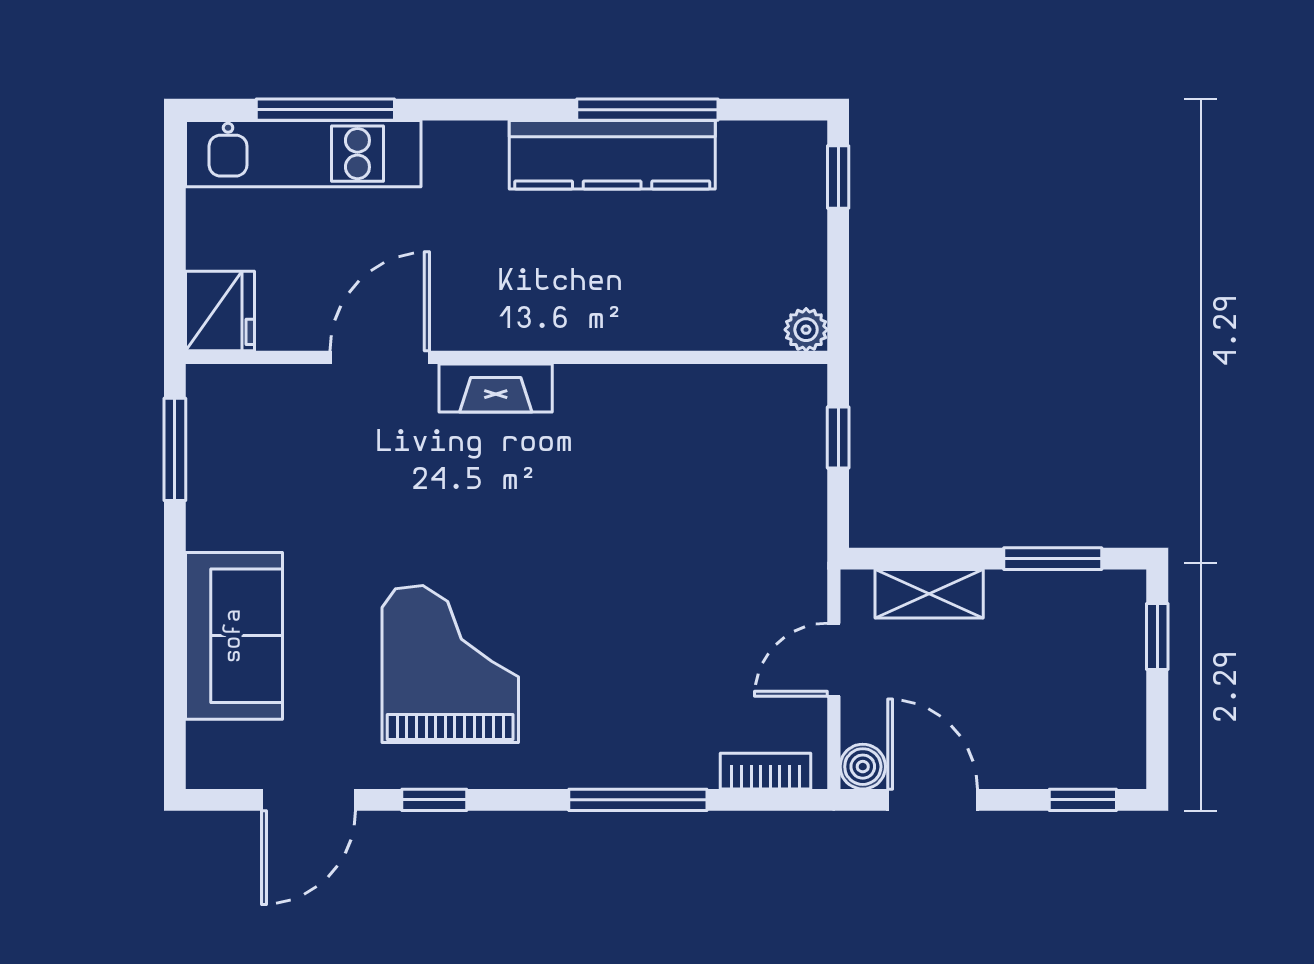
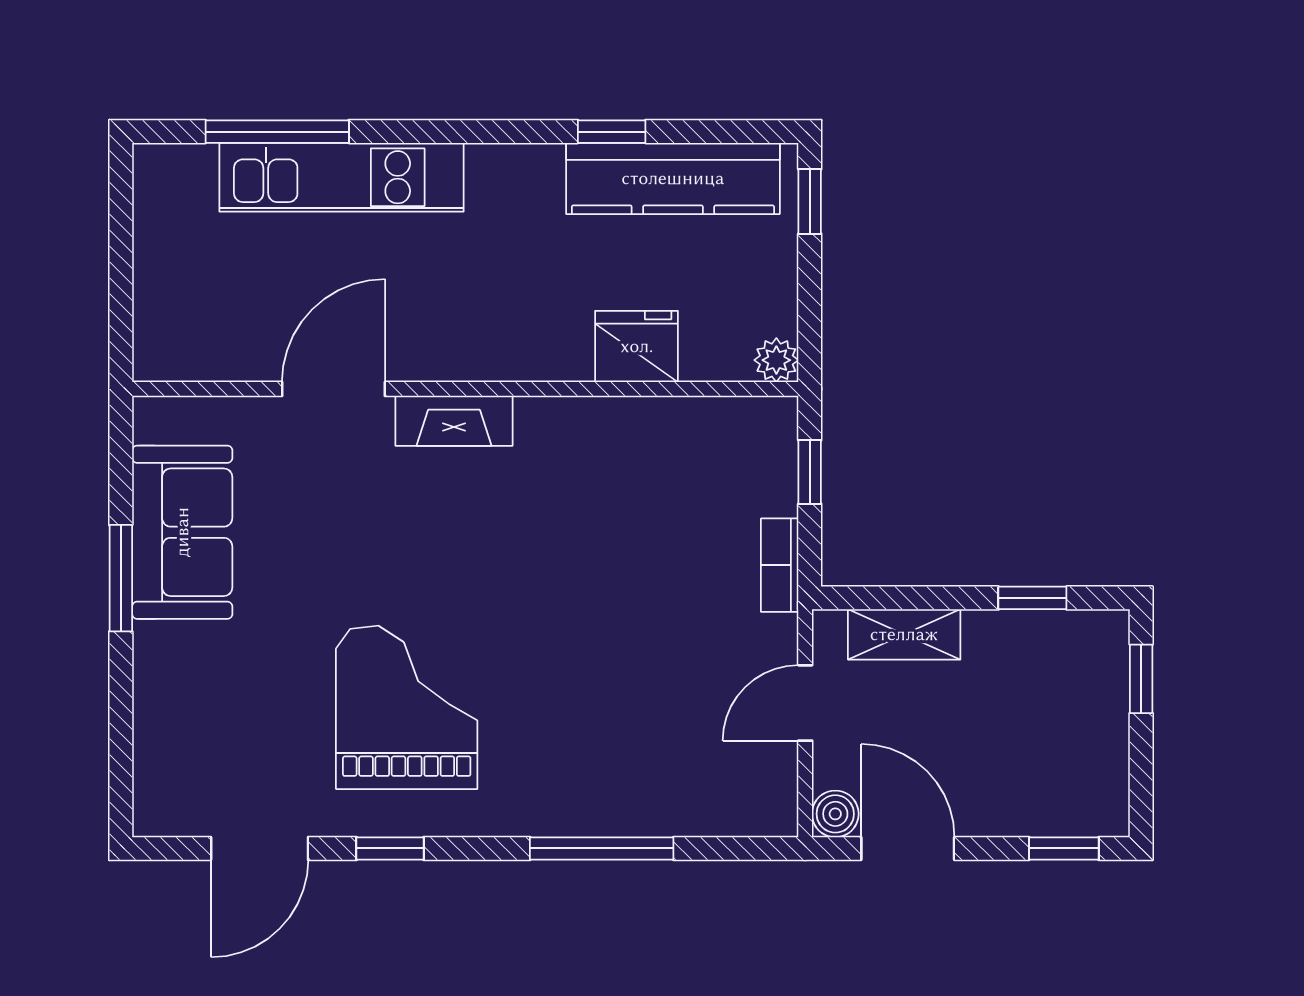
window: (647, 110) -> (612, 132), width x0.46
kitchen unit: (303, 154) -> (341, 177), moved
kitchen counter: (612, 155) -> (673, 178), moved
fridge: (220, 311) -> (637, 346), moved, turned -90
window: (175, 449) -> (121, 578), moved
window: (1053, 559) -> (1032, 598), width x0.67
sofa: (234, 636) -> (182, 532), moved
bookcase: (765, 771) -> (780, 565), moved, turned -90

